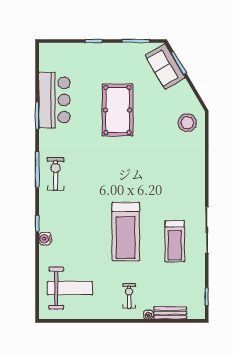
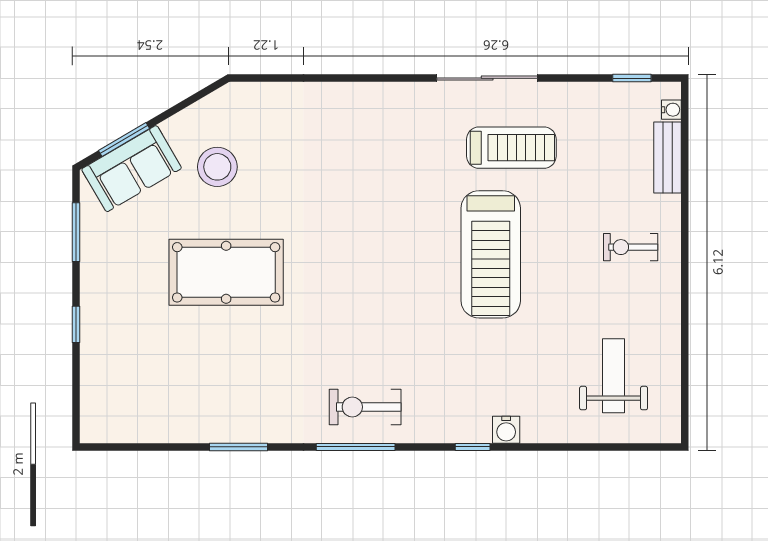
bar counter: (54, 100) -> (204, 409), removed
stool: (187, 123) -> (217, 167), moved
treadmill: (126, 232) -> (491, 254), turned 90
weight bench: (70, 288) -> (614, 376), width x0.73, depth x0.75
water cooler: (148, 315) -> (671, 110), moved

